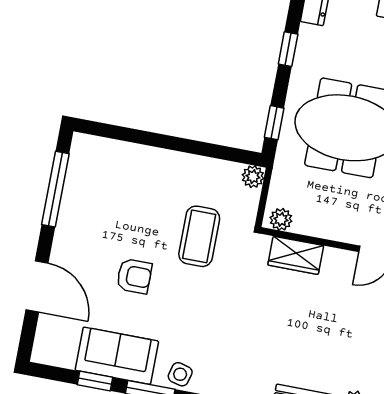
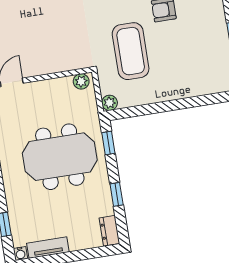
coffee table: (199, 236) -> (131, 51), width x1.36, depth x1.32
wardrobe: (296, 255) -> (63, 61), removed

